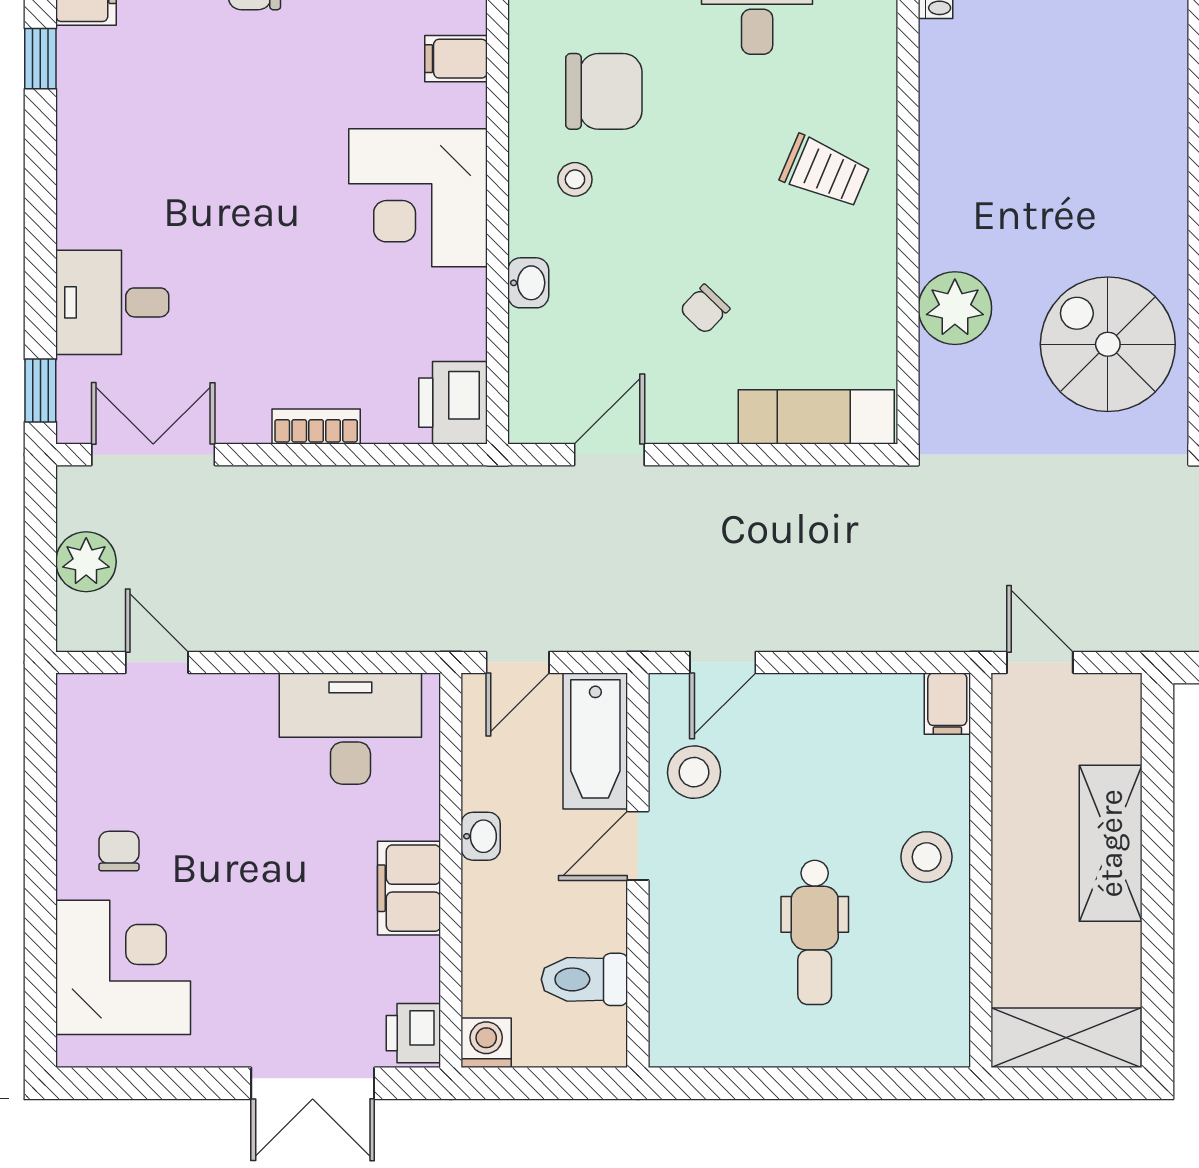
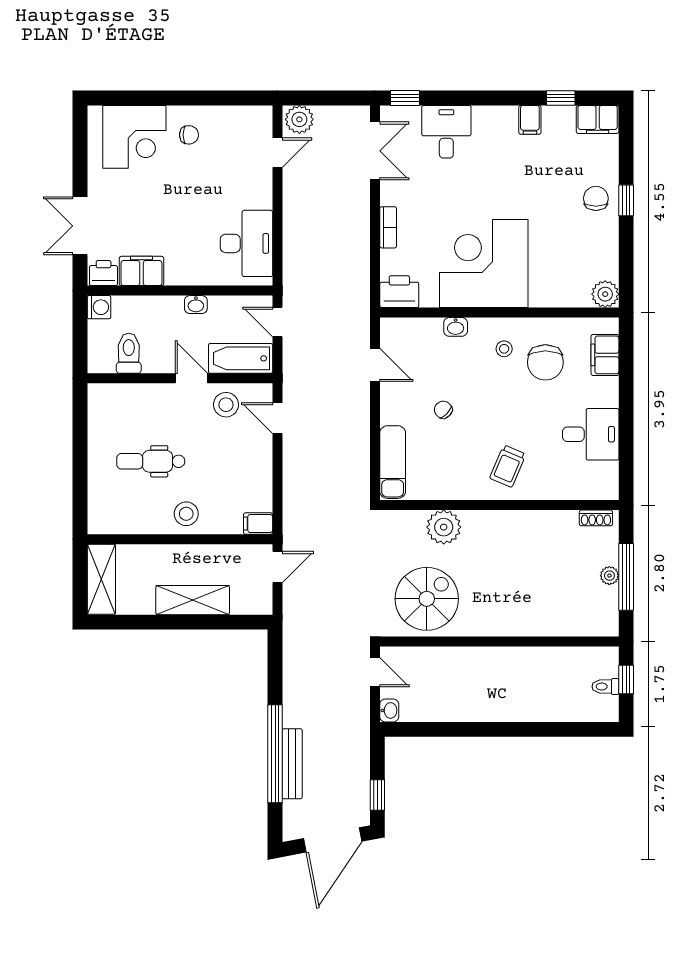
filing cabinet: (456, 59) -> (530, 120), moved, turned 180
corner desk: (418, 198) -> (484, 263), width x1.36, depth x1.36
plant: (86, 562) -> (299, 119), moved
filing cabinet: (409, 888) -> (141, 271), moved

